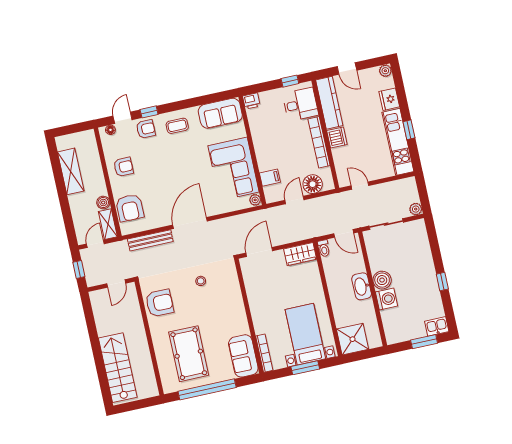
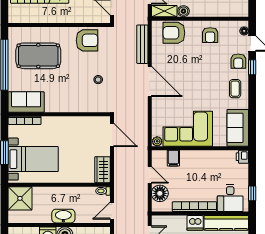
armchair: (160, 303) -> (87, 40), turned -90

